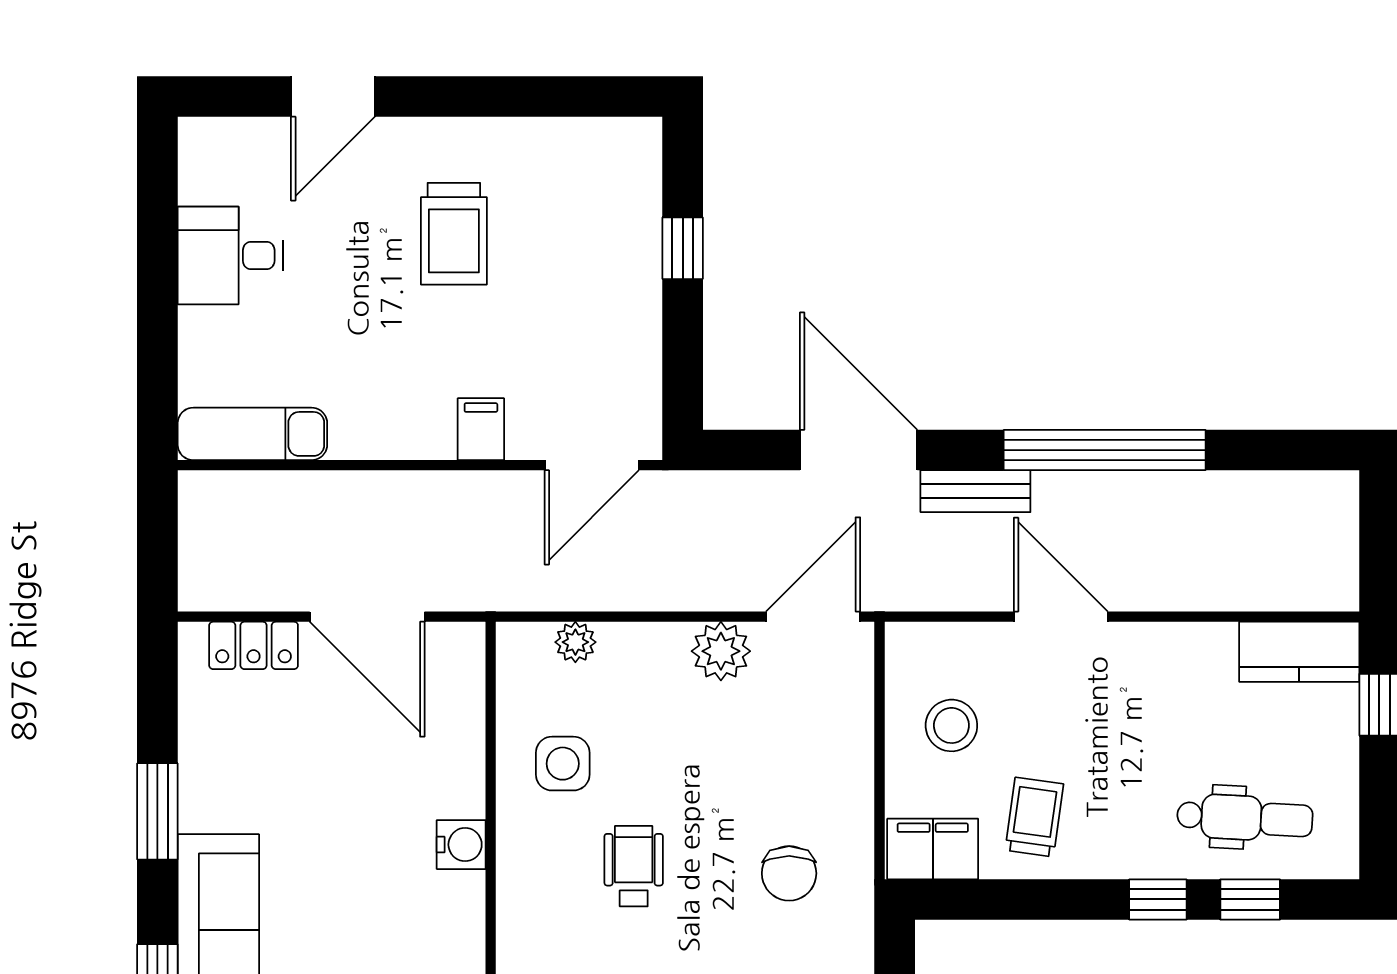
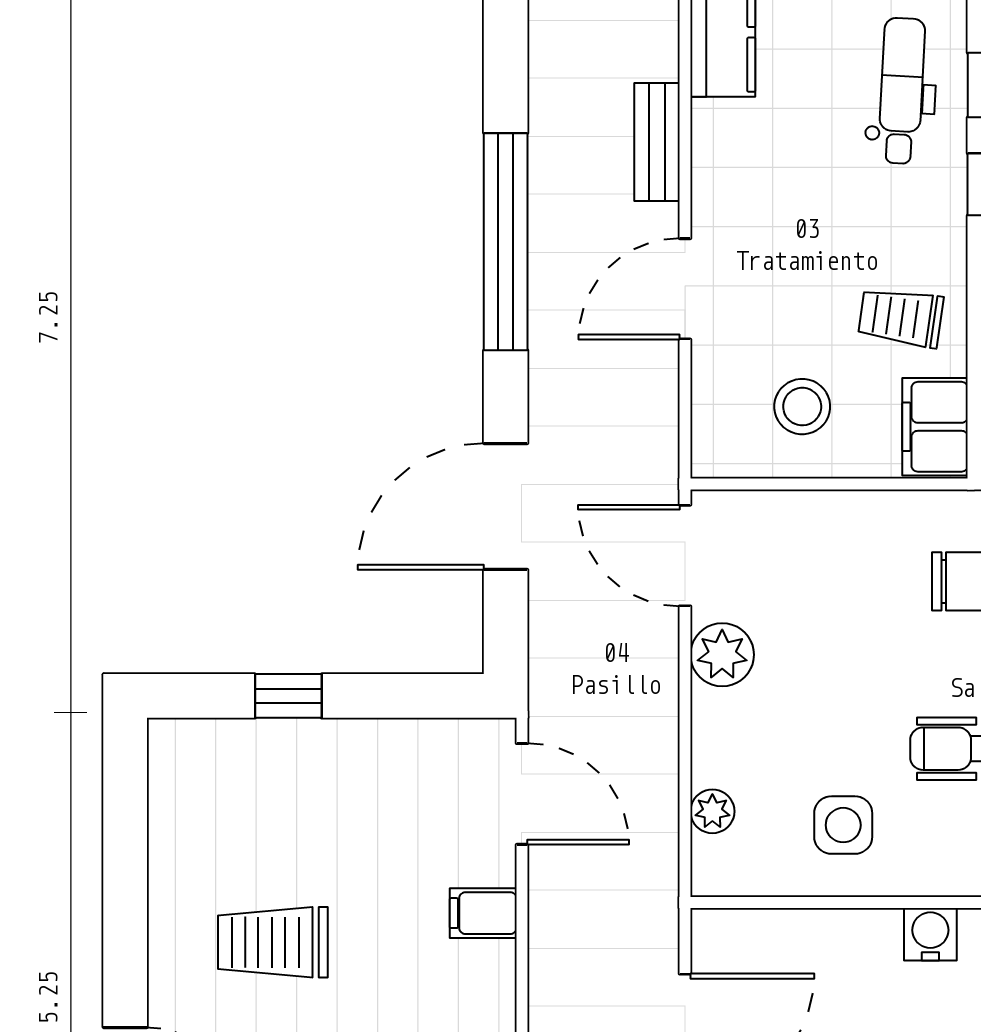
trolley: (454, 234) -> (273, 942), turned 180
bench: (975, 491) -> (657, 142), moved

